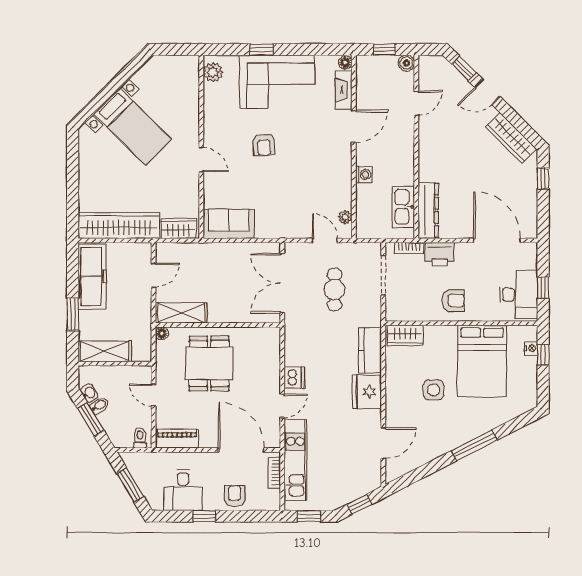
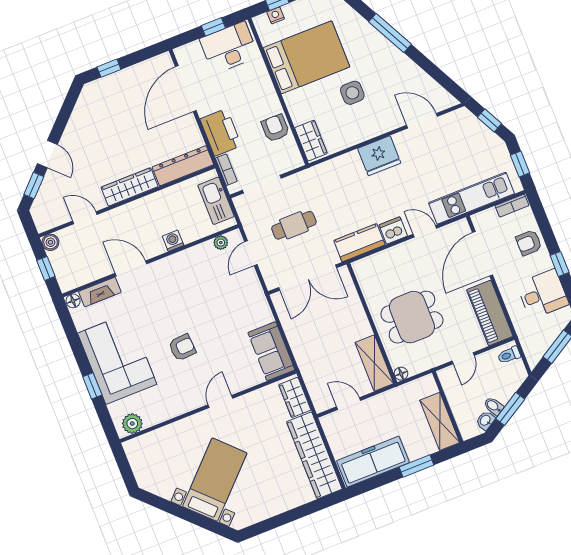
wardrobe: (511, 138) -> (129, 187), moved, turned -135
kitchen sink: (403, 207) -> (216, 201), moved, turned 90
printer: (440, 254) -> (221, 132), width x1.37, depth x1.19
armchair: (453, 301) -> (275, 128), moved
kitchen counter: (370, 351) -> (359, 243), moved, turned 180
piano: (177, 439) -> (490, 313), width x1.37, depth x1.33
bookcase: (274, 473) -> (512, 206), moved

